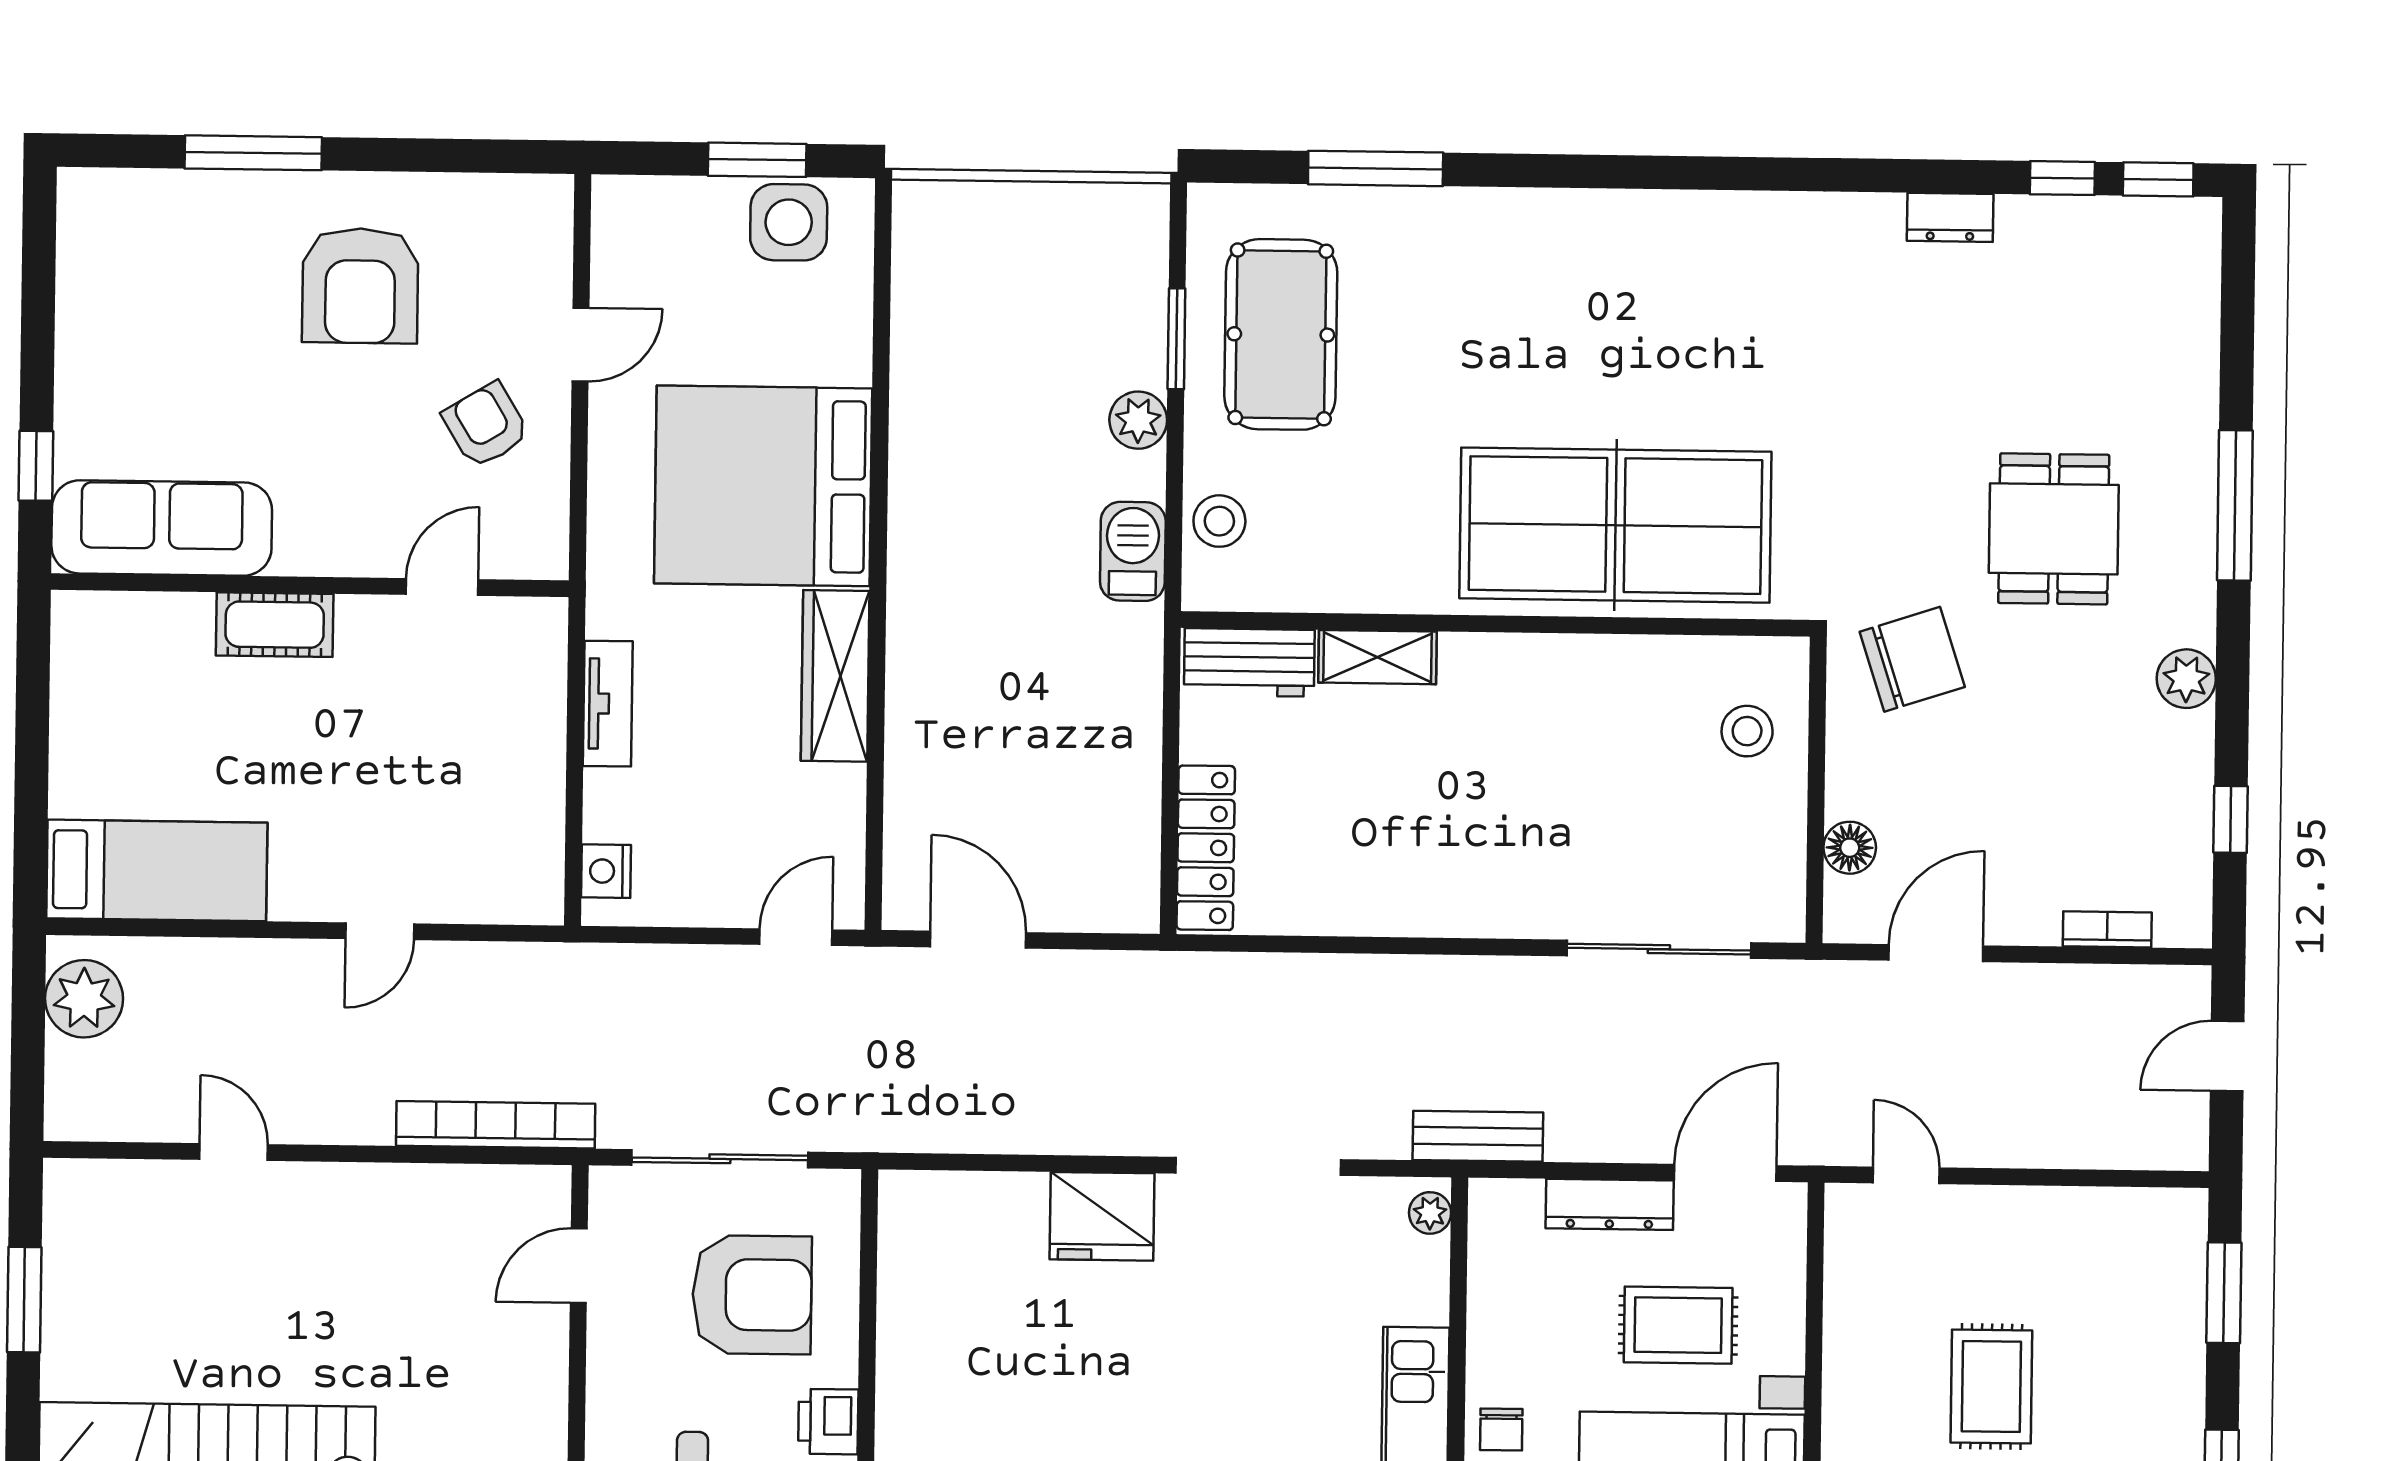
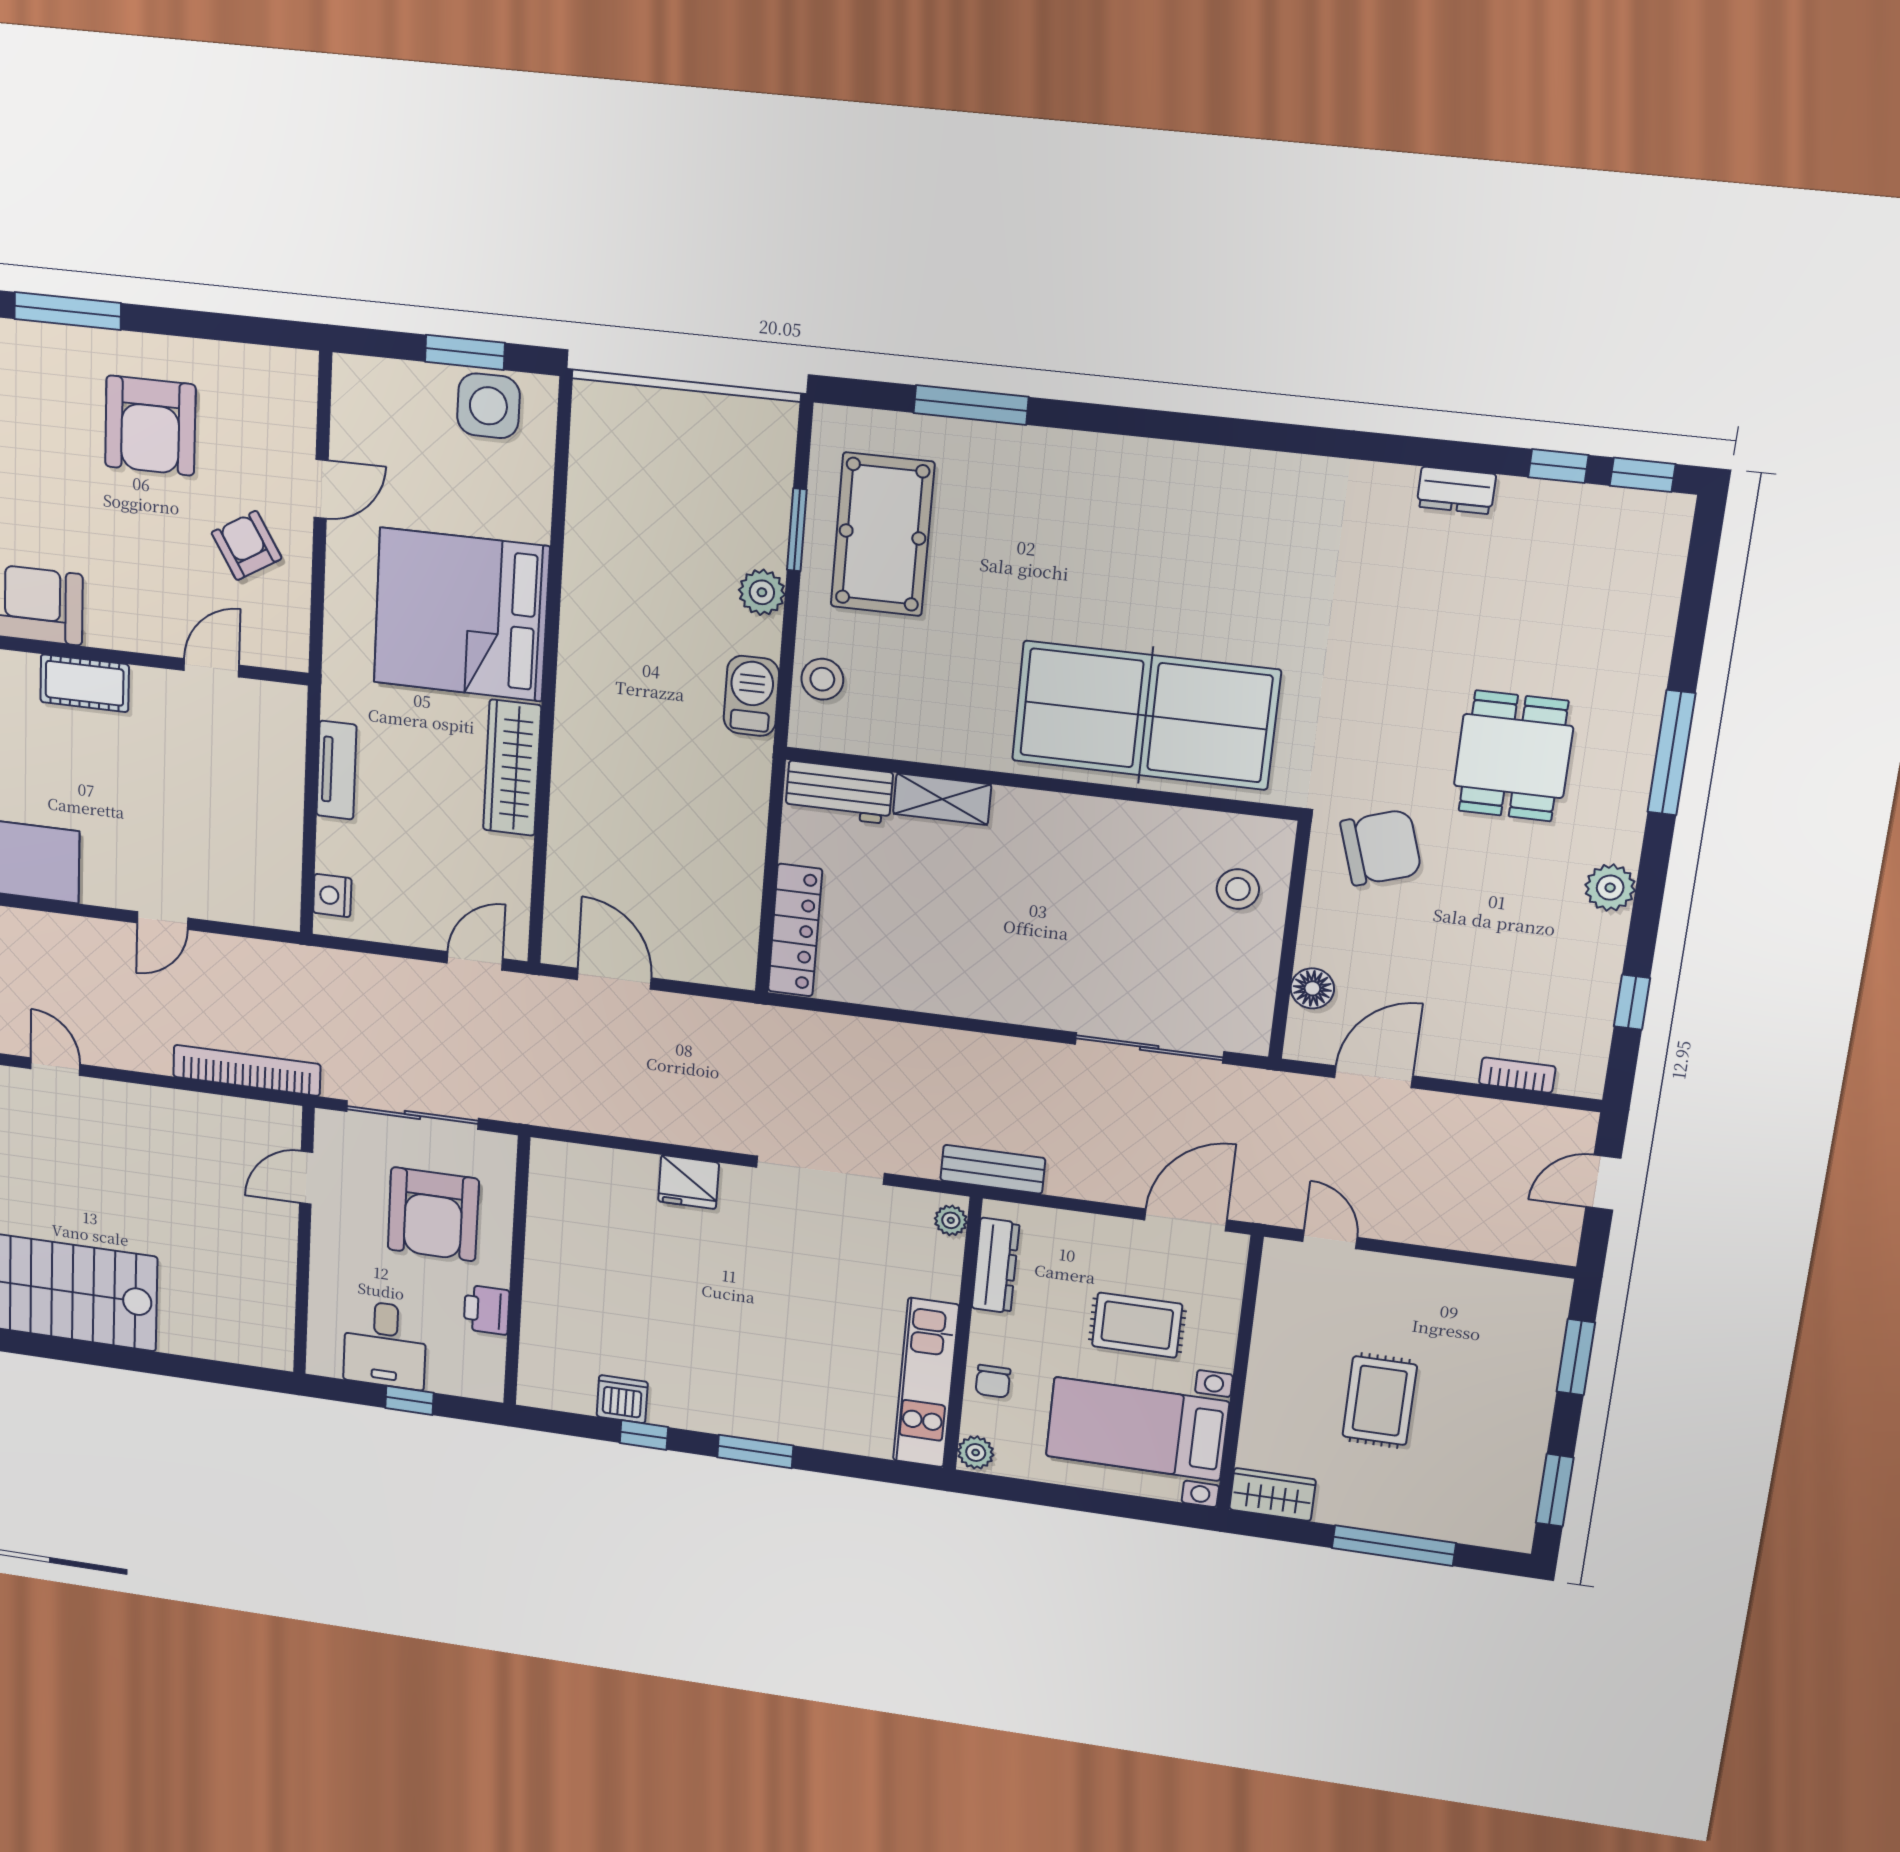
dresser: (1610, 1204) -> (996, 1266), moved, turned -90
fridge: (1102, 1216) -> (689, 1182), width x0.73, depth x0.75
armchair: (752, 1295) -> (433, 1214), turned 90

